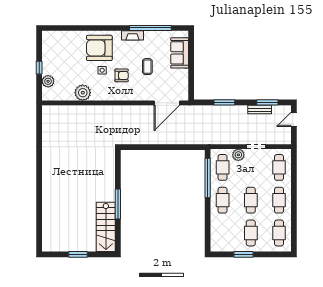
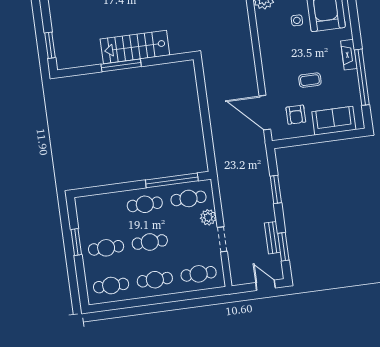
armchair: (122, 75) -> (296, 115), moved
stairs: (106, 227) -> (135, 47), moved
window: (78, 254) -> (50, 45), moved

